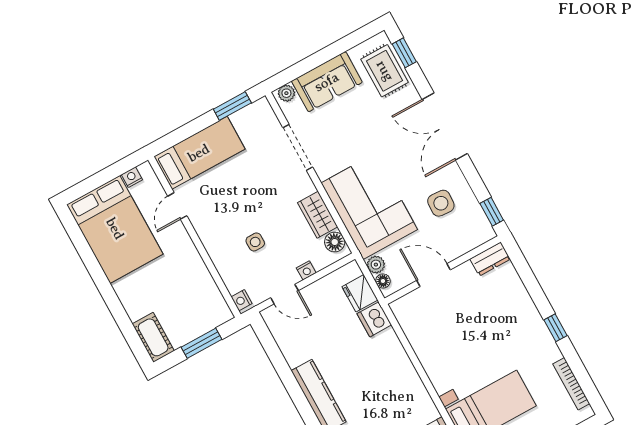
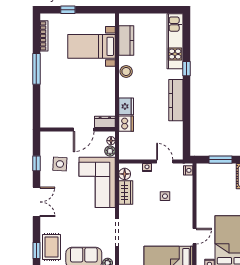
double door: (445, 126) -> (36, 202), width x0.73
window: (492, 212) -> (36, 163), moved
dresser: (490, 259) -> (105, 122), moved
door: (434, 275) -> (84, 130), hinge flipped
fridge: (360, 293) -> (126, 106), moved
window: (555, 328) -> (36, 69), width x2.17
stool: (418, 398) -> (126, 71), added

